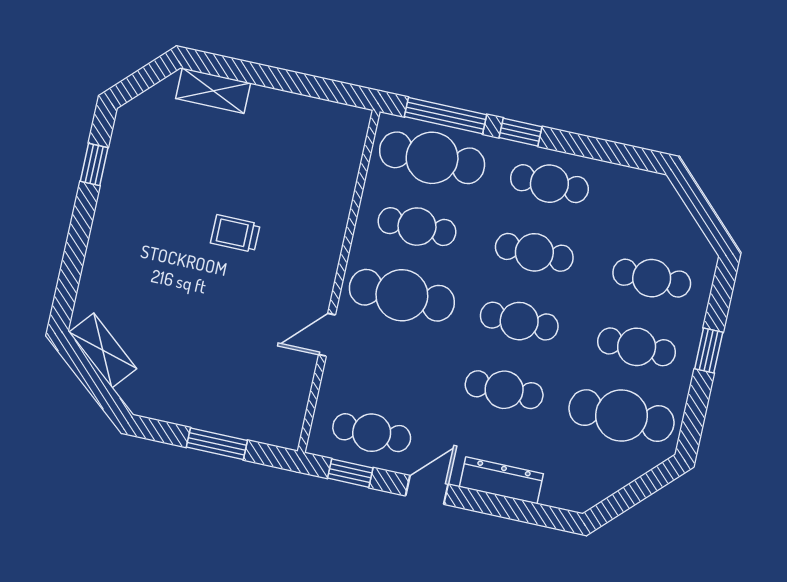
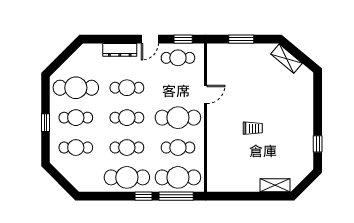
cafe table: (549, 184) -> (127, 177), width x1.37, depth x1.35
shelving: (103, 350) -> (286, 59), moved

